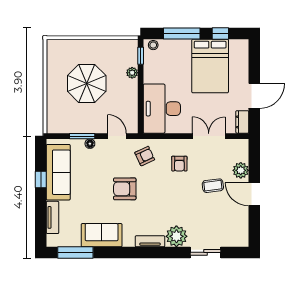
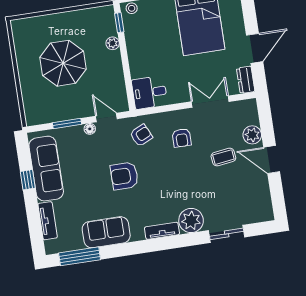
desk: (162, 109) -> (150, 92), width x0.53, depth x0.77
floor lamp: (90, 144) -> (90, 129), moved

